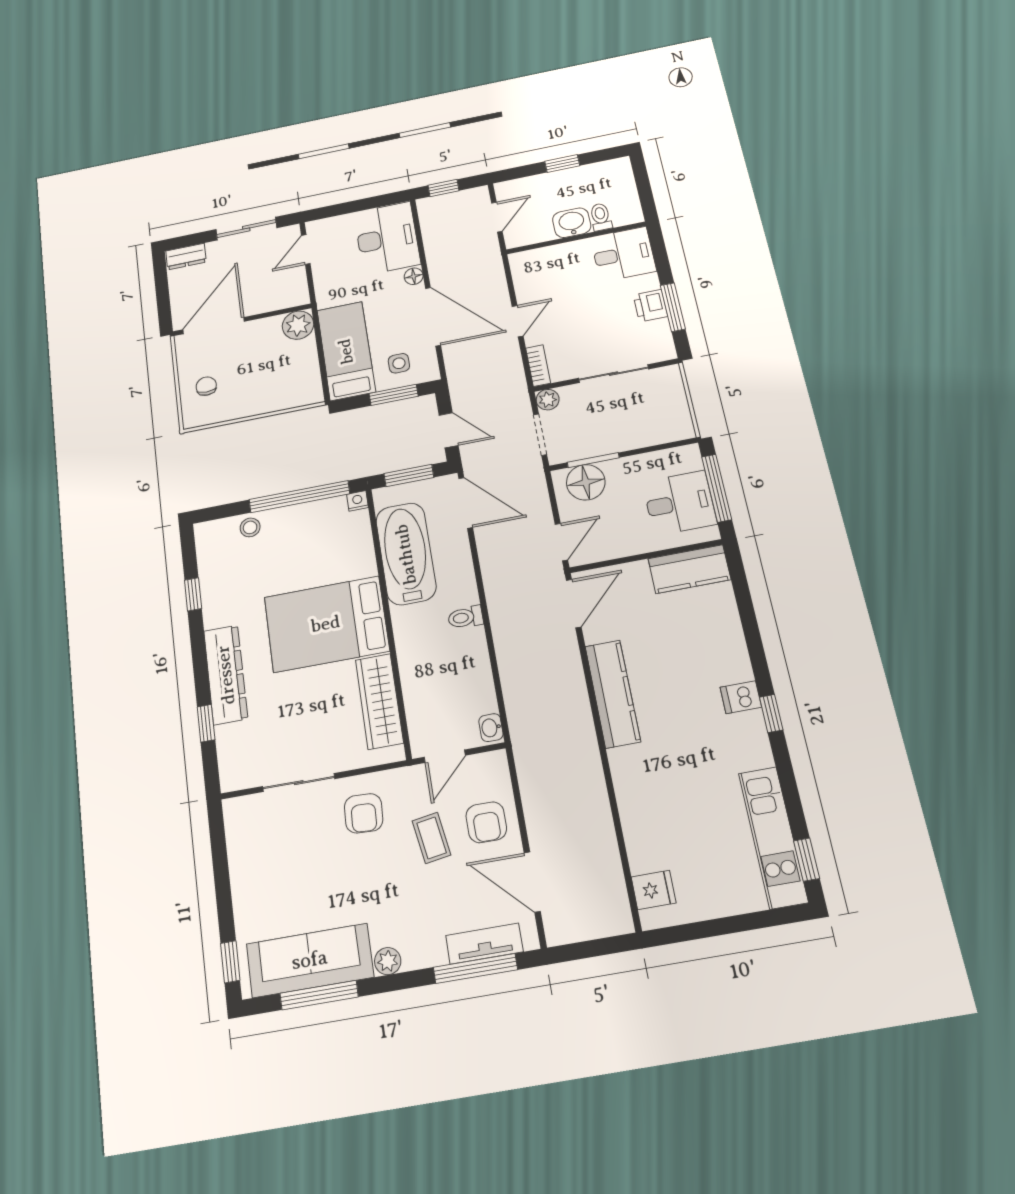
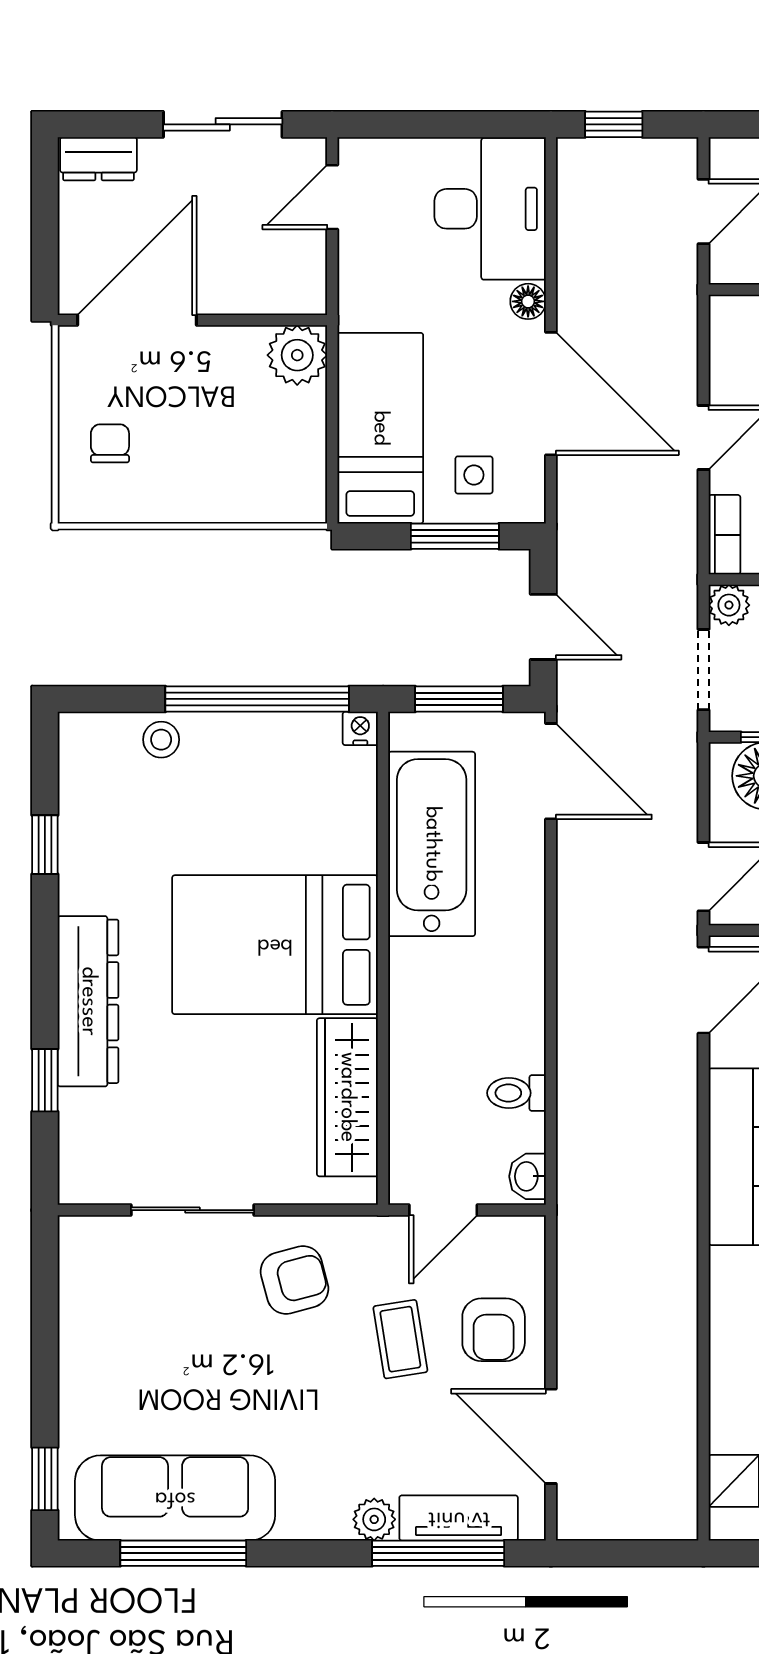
toilet: (466, 617) -> (517, 1093), moved
armchair: (364, 813) -> (294, 1280), turned -108
plant: (388, 961) -> (374, 1519), moved

